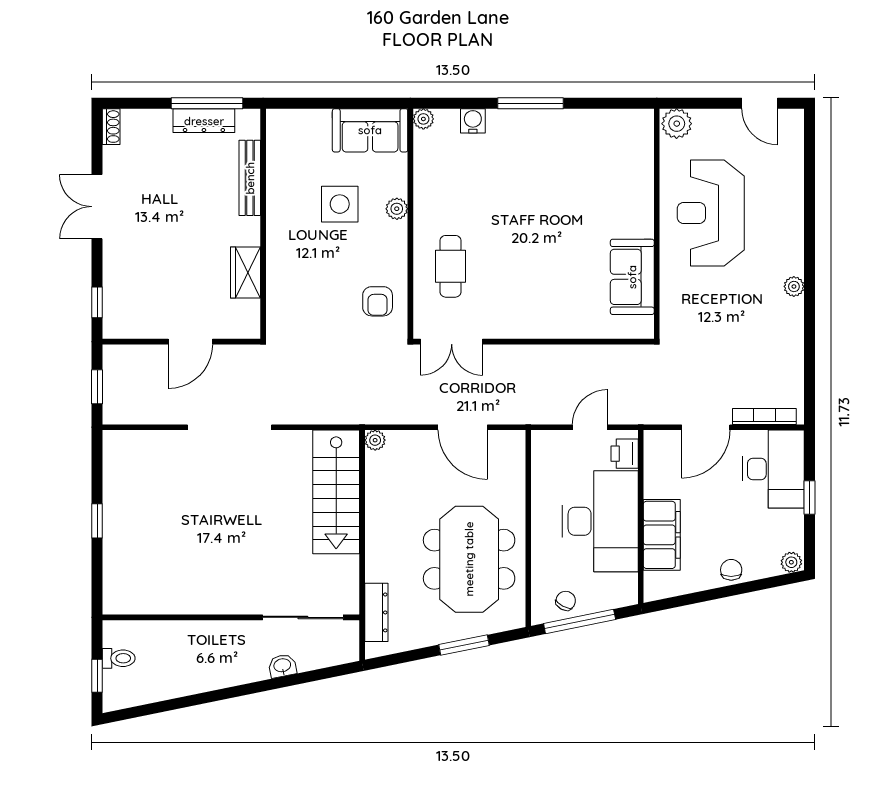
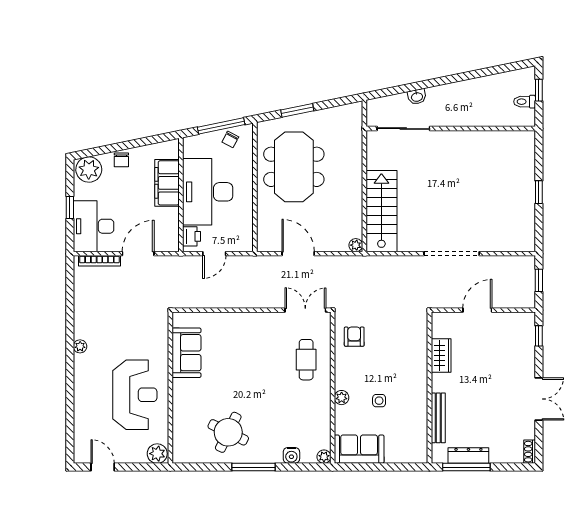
round table: (569, 156) -> (228, 432), added
side table: (340, 204) -> (379, 401), width x0.54, depth x0.54
plant: (791, 562) -> (89, 170), width x1.87, depth x1.87
dresser: (376, 612) -> (355, 132), removed

